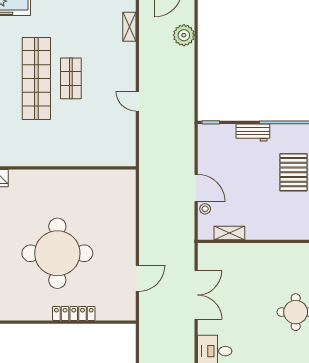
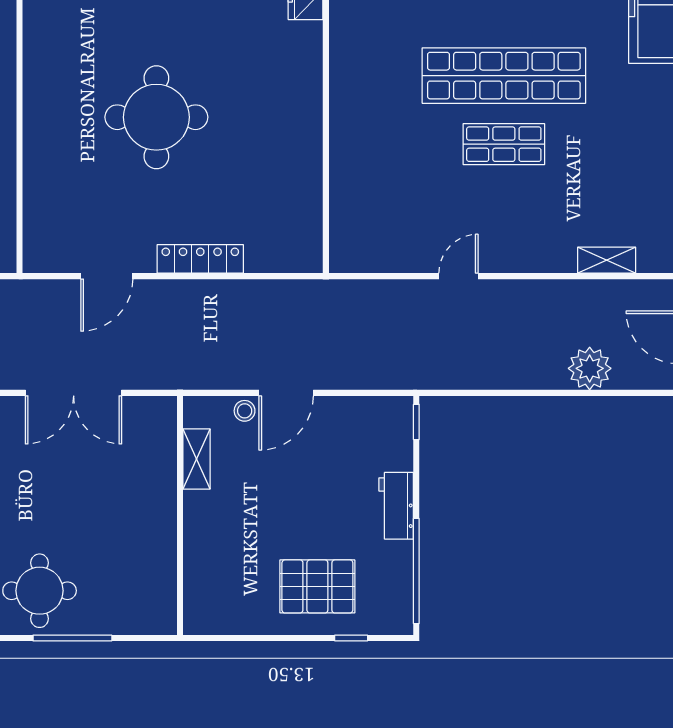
round table: (57, 253) -> (156, 117), width x0.73, depth x0.73
door: (137, 278) -> (107, 276), hinge flipped
locker: (74, 313) -> (200, 259), moved, turned -90

